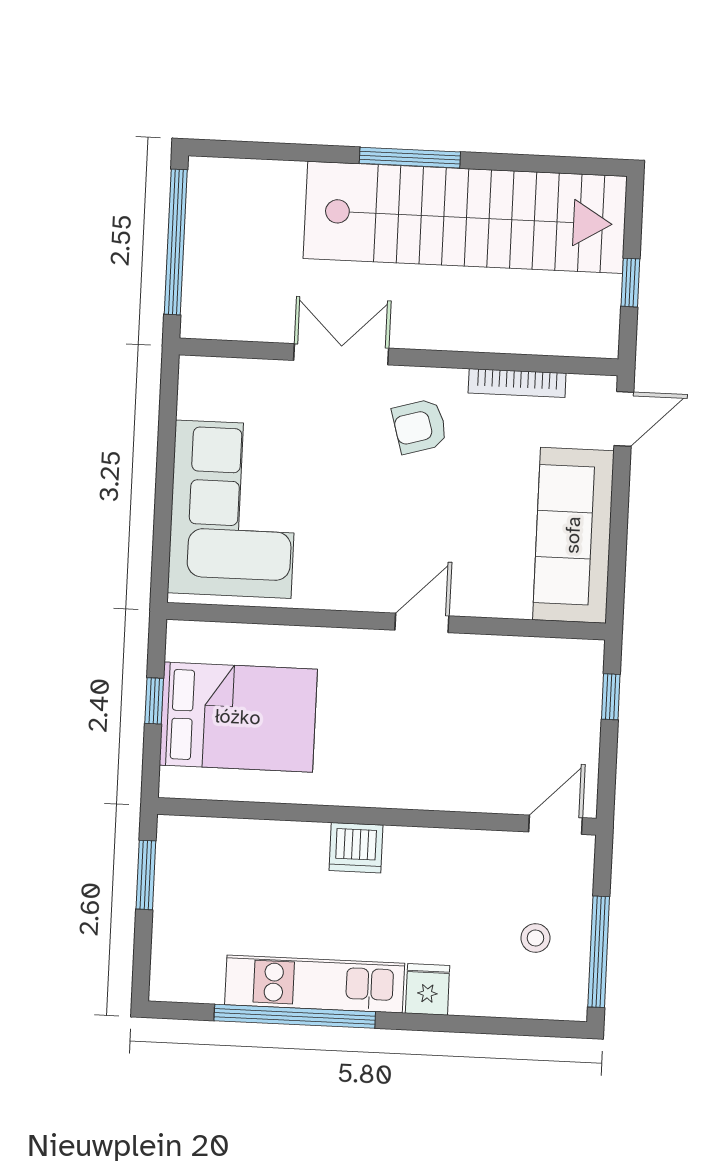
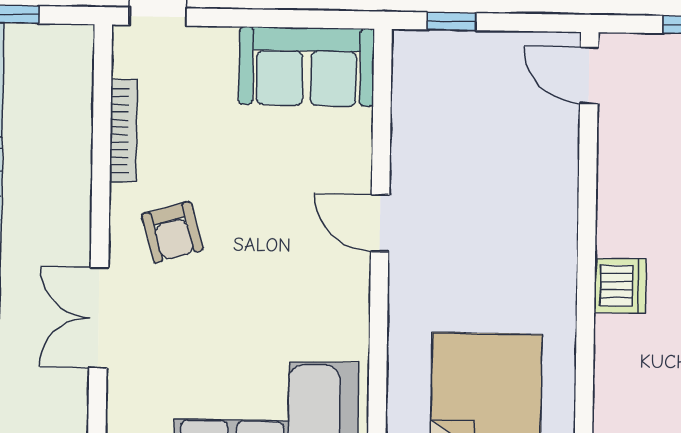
sofa: (573, 535) -> (307, 66), width x0.73

